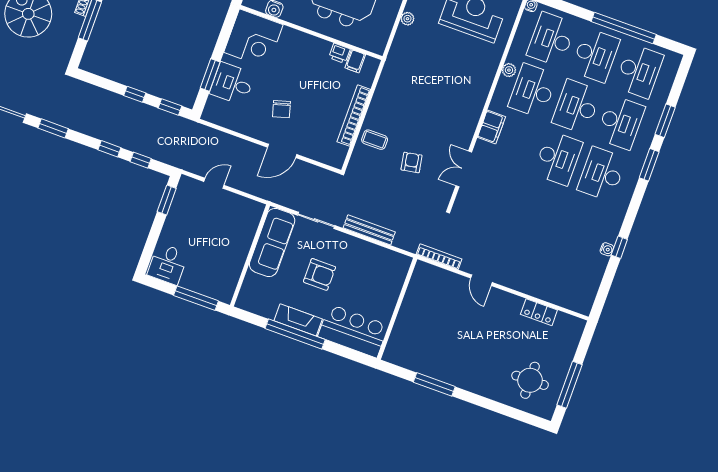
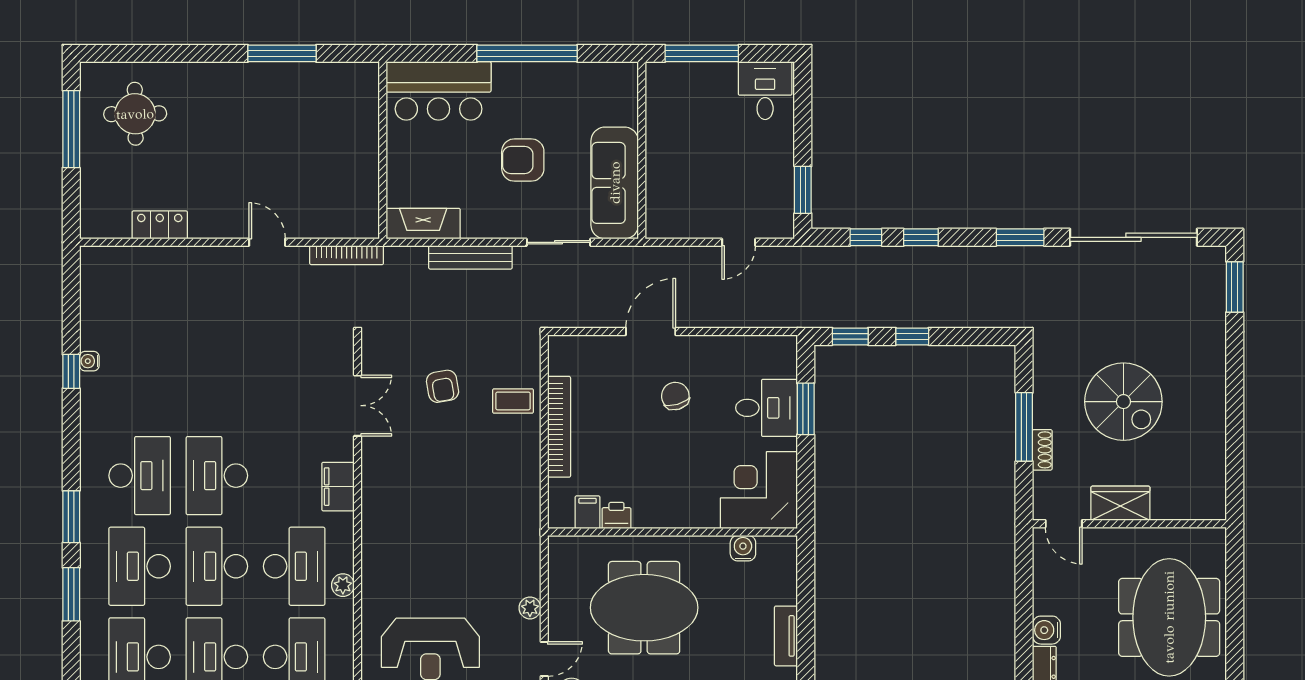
desk: (577, 107) -> (217, 566), turned 180
fireplace: (298, 320) -> (423, 224), moved, turned 180

